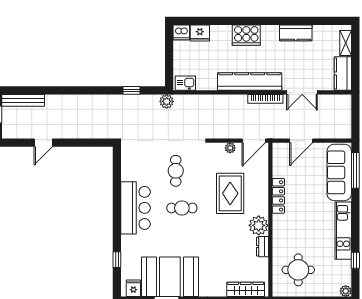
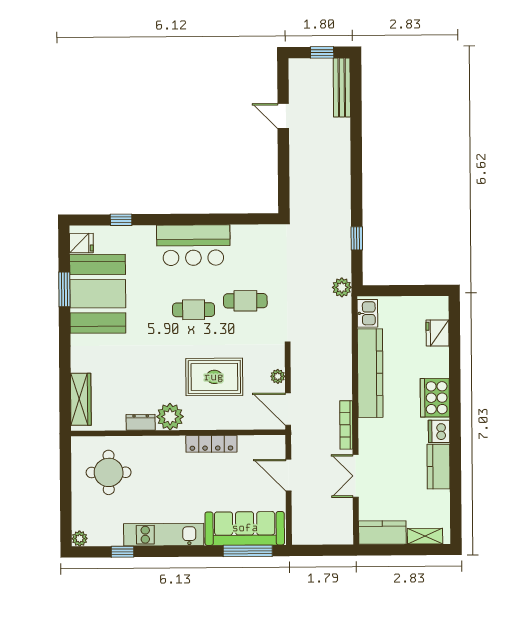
dishwasher: (181, 32) -> (439, 431), moved
kitchen counter: (250, 82) -> (370, 373), moved
cafe table: (182, 208) -> (194, 310), turned 90

